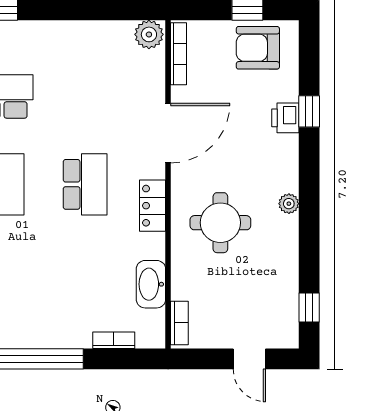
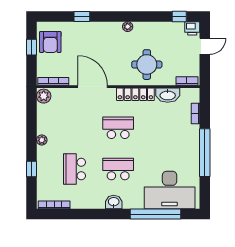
plant: (60, 31) -> (42, 140), added
printer: (285, 118) -> (192, 28), moved
locker: (152, 206) -> (135, 94), width x1.53
round table: (220, 223) -> (147, 65), moved

